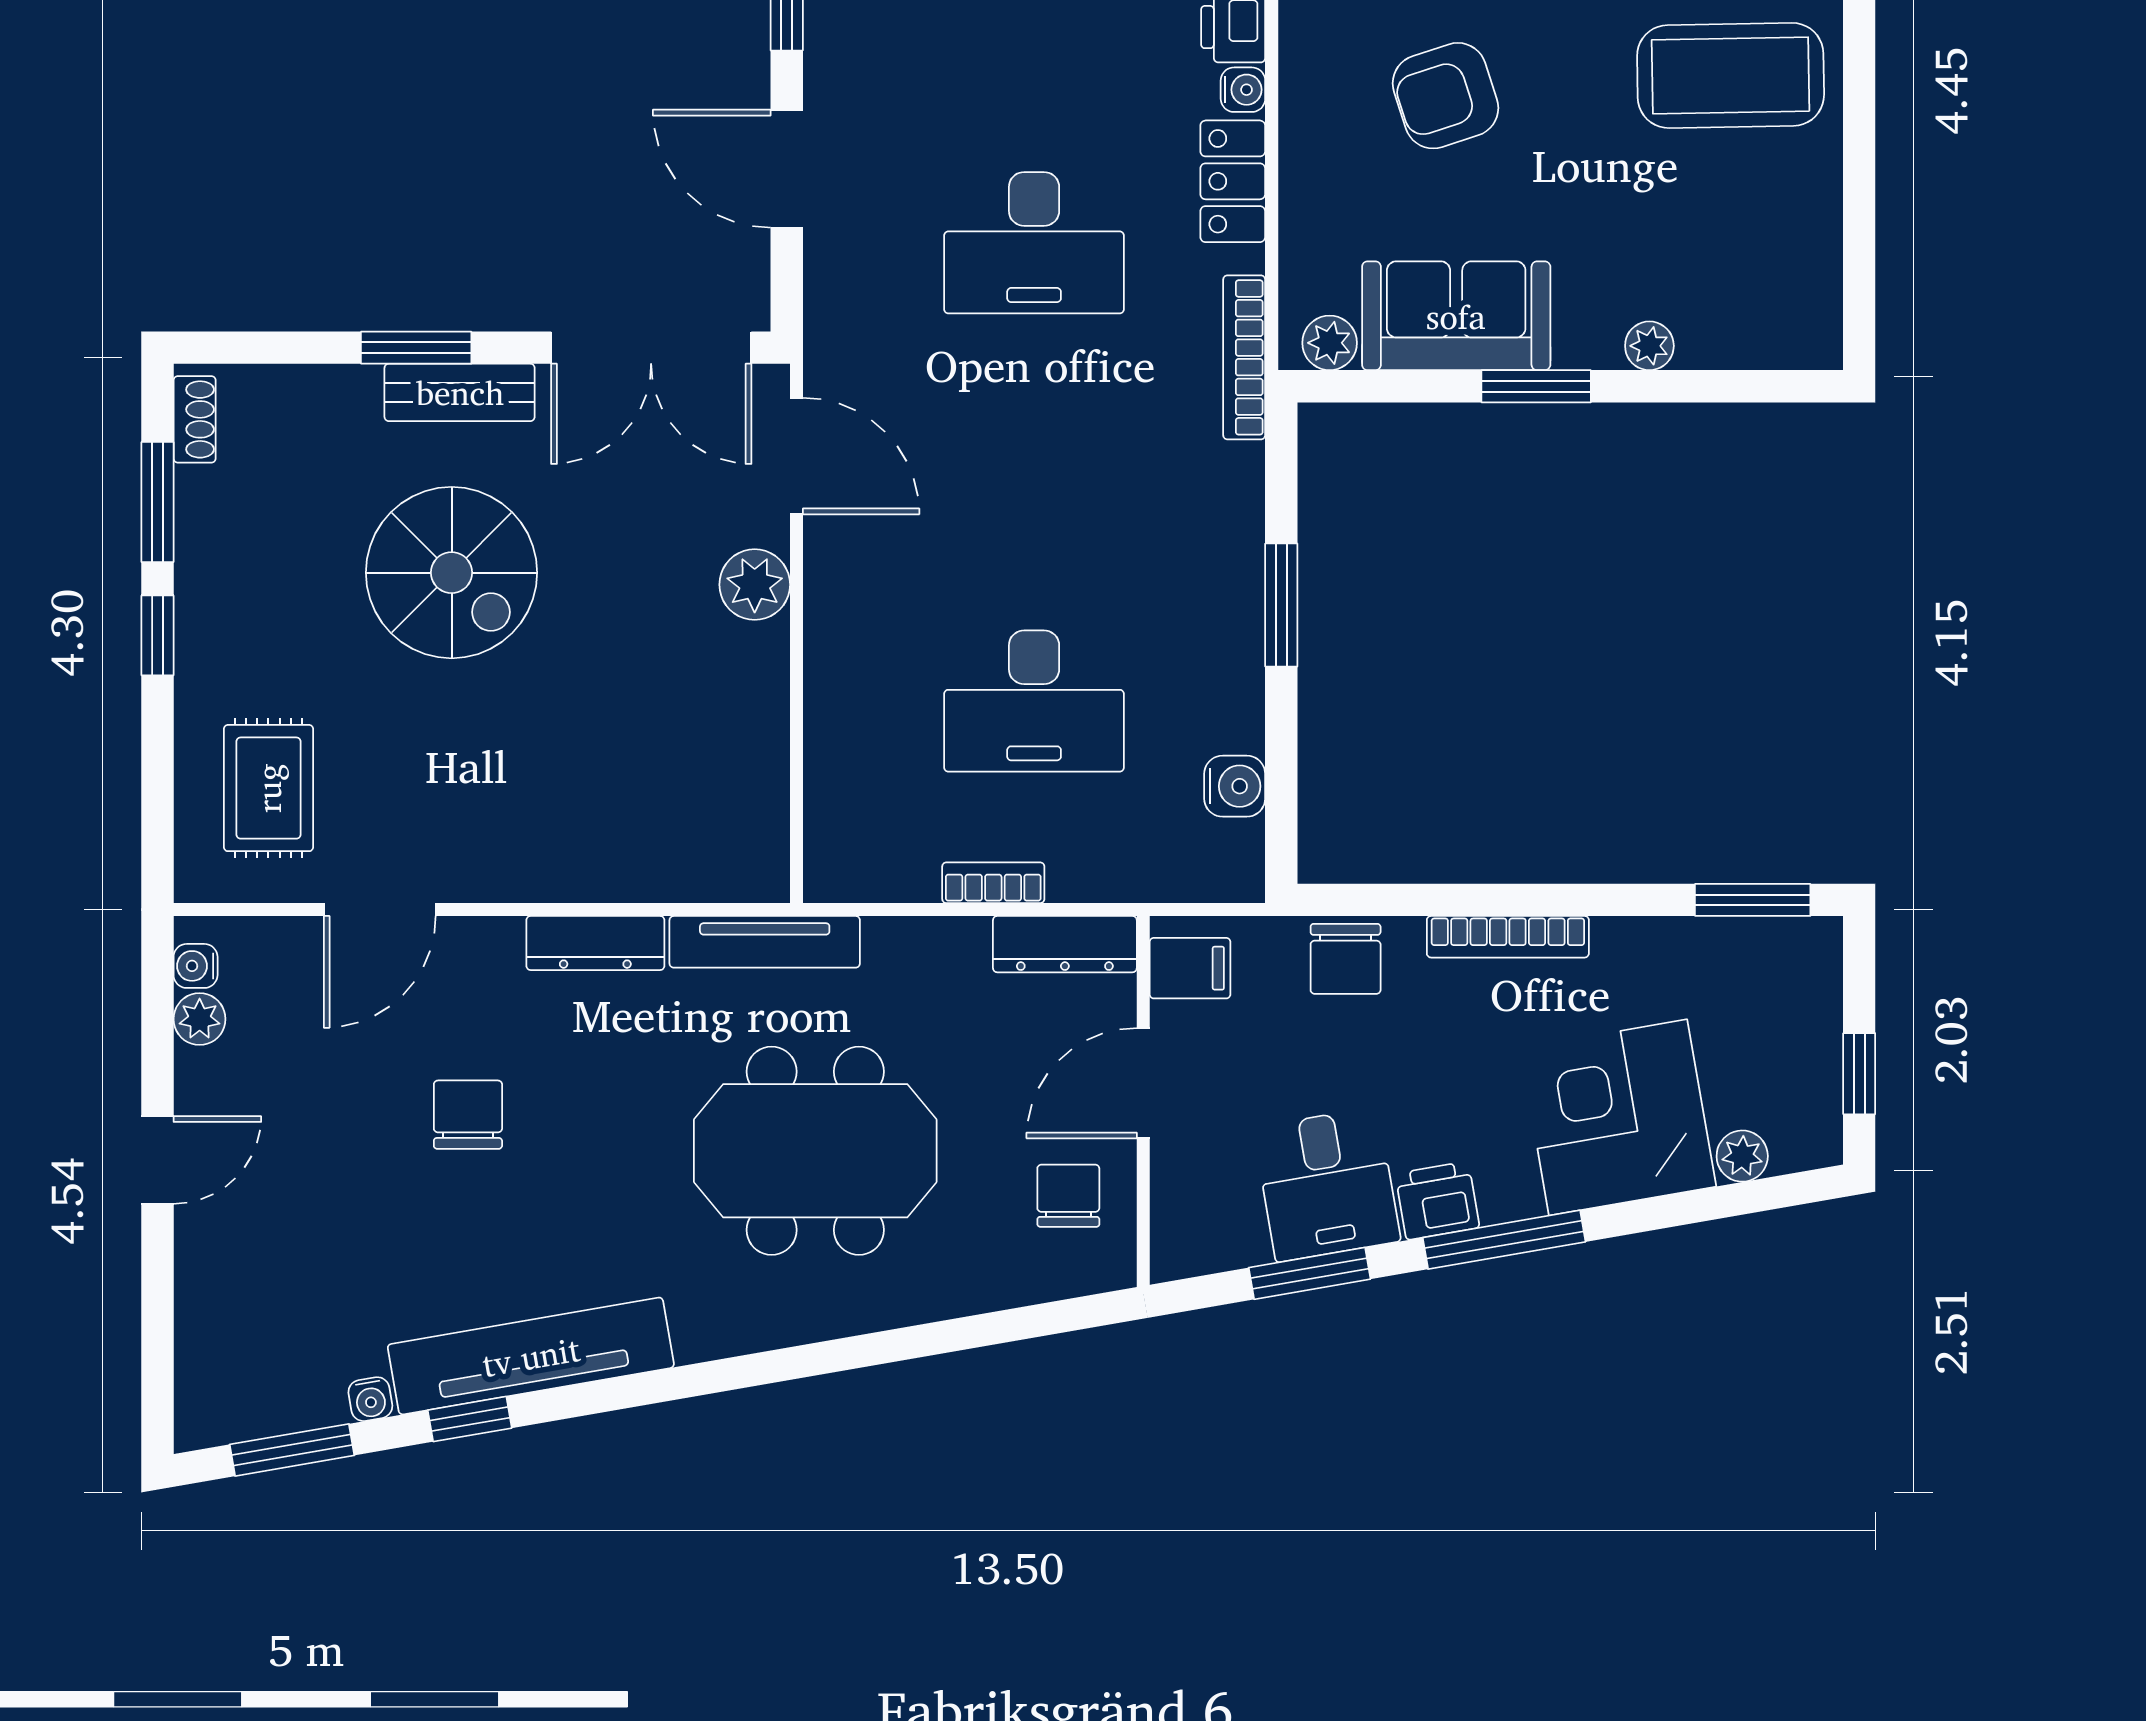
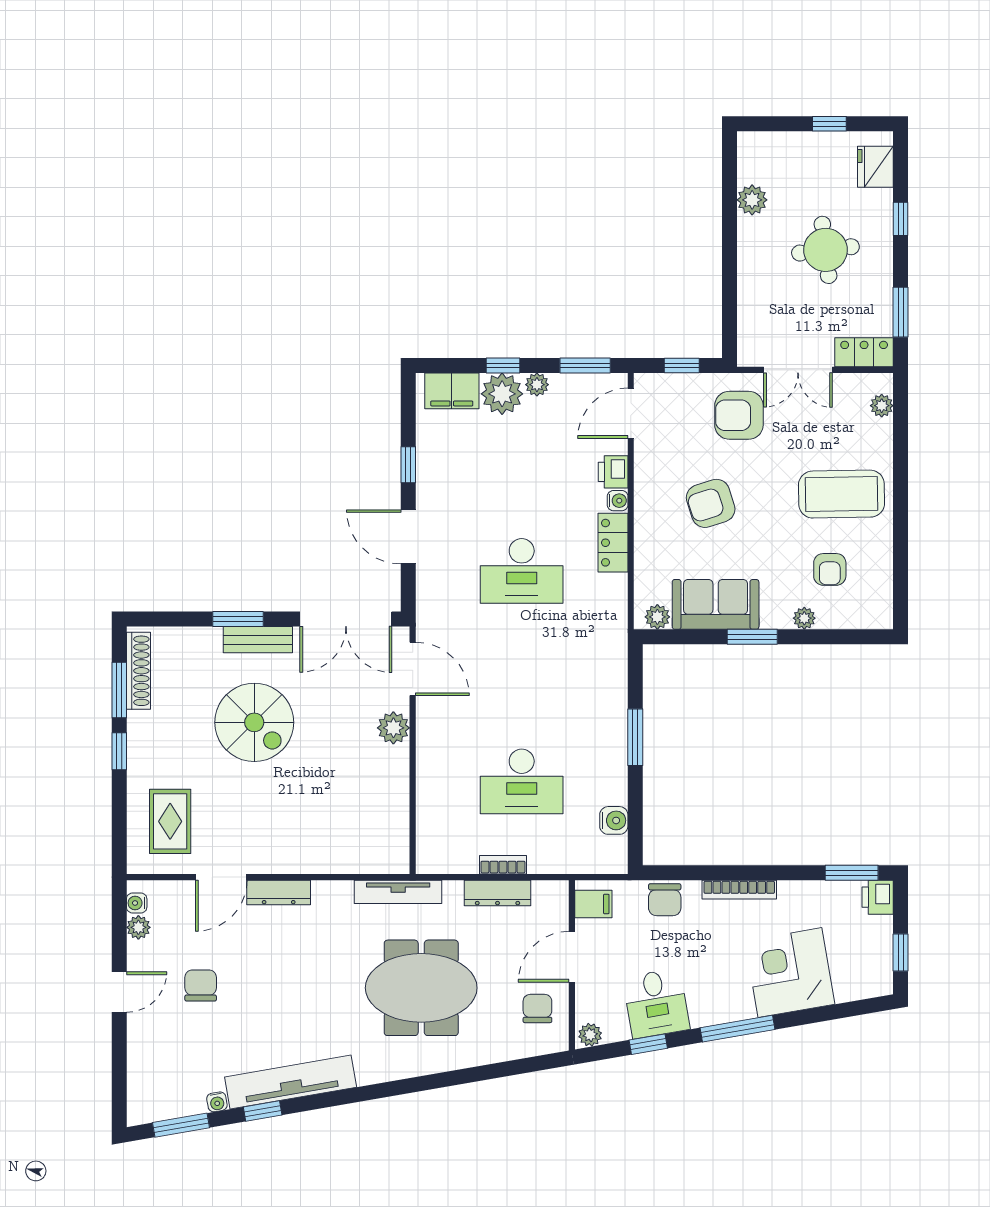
armchair: (1705, 240) -> (830, 569), added
bookcase: (1244, 357) -> (618, 624), removed
shoe rack: (195, 419) -> (138, 671), width x1.94, depth x1.24
dresser: (595, 943) -> (279, 892), moved
dresser: (1065, 944) -> (498, 893), moved
chair: (468, 1115) -> (201, 985), moved
plant: (1742, 1156) -> (590, 1035), moved
printer: (1437, 1201) -> (878, 897), moved, turned -80
window: (1310, 1273) -> (648, 1044), width x0.67

